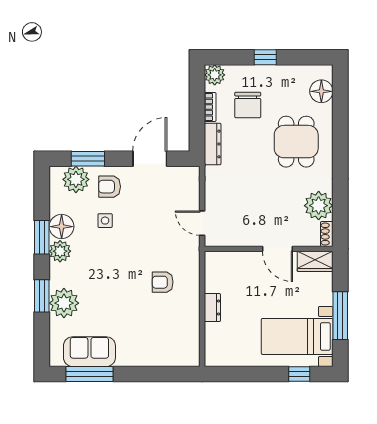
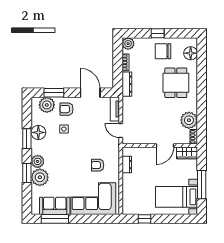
chair: (248, 105) -> (163, 51), moved, turned 90
door: (150, 159) -> (90, 93), hinge flipped
tv unit: (192, 187) -> (115, 109), added
door: (278, 249) -> (165, 146), hinge flipped
plant: (60, 251) -> (38, 161), moved
dresser: (212, 308) -> (127, 165), moved
corner sofa: (155, 339) -> (93, 199), added
window: (299, 374) -> (144, 219), moved

